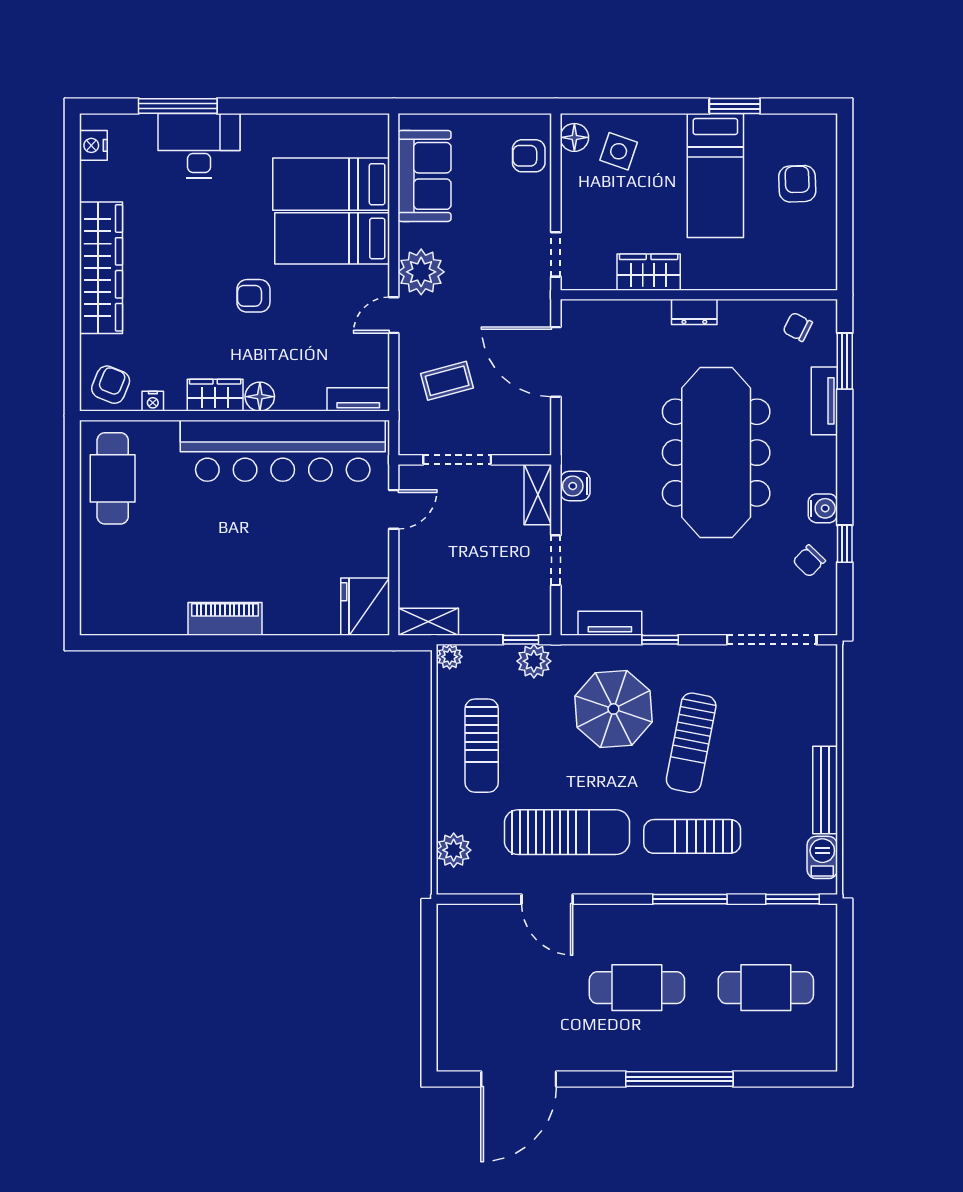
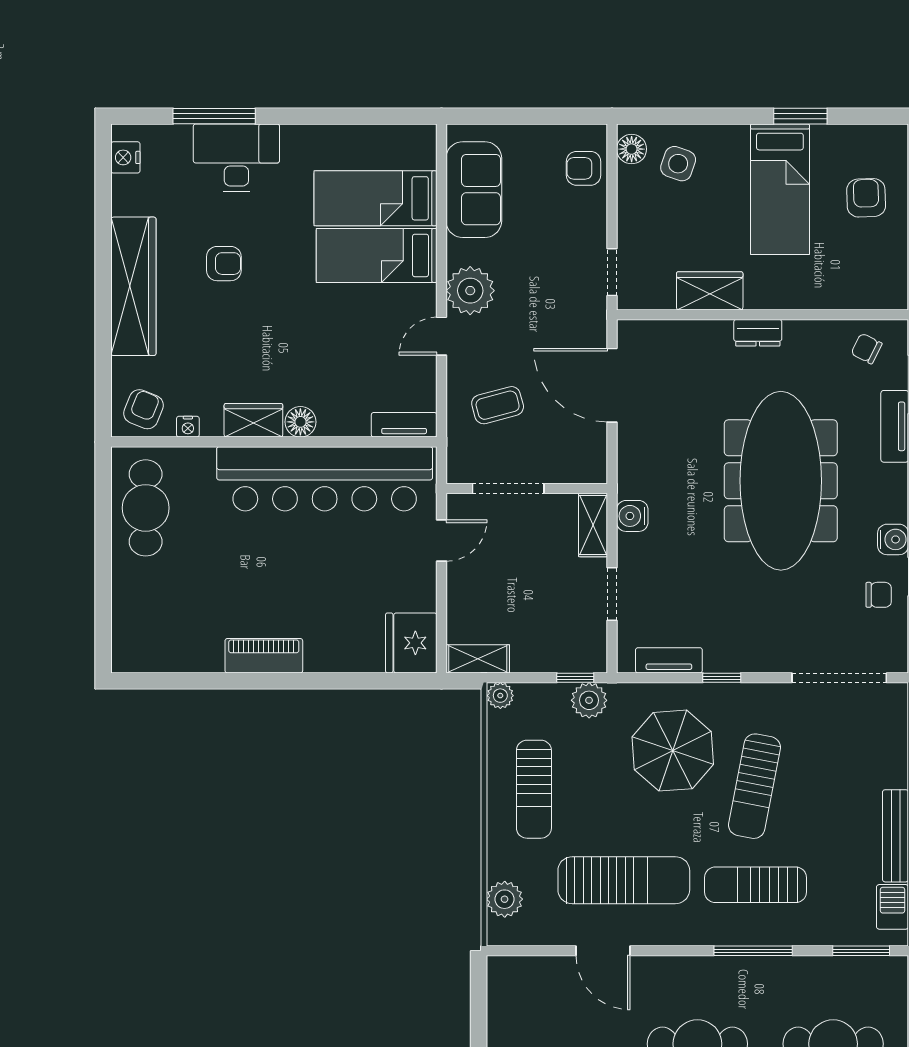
armchair: (253, 296) -> (224, 264), moved, turned 180
chair: (809, 561) -> (879, 595), turned -134

